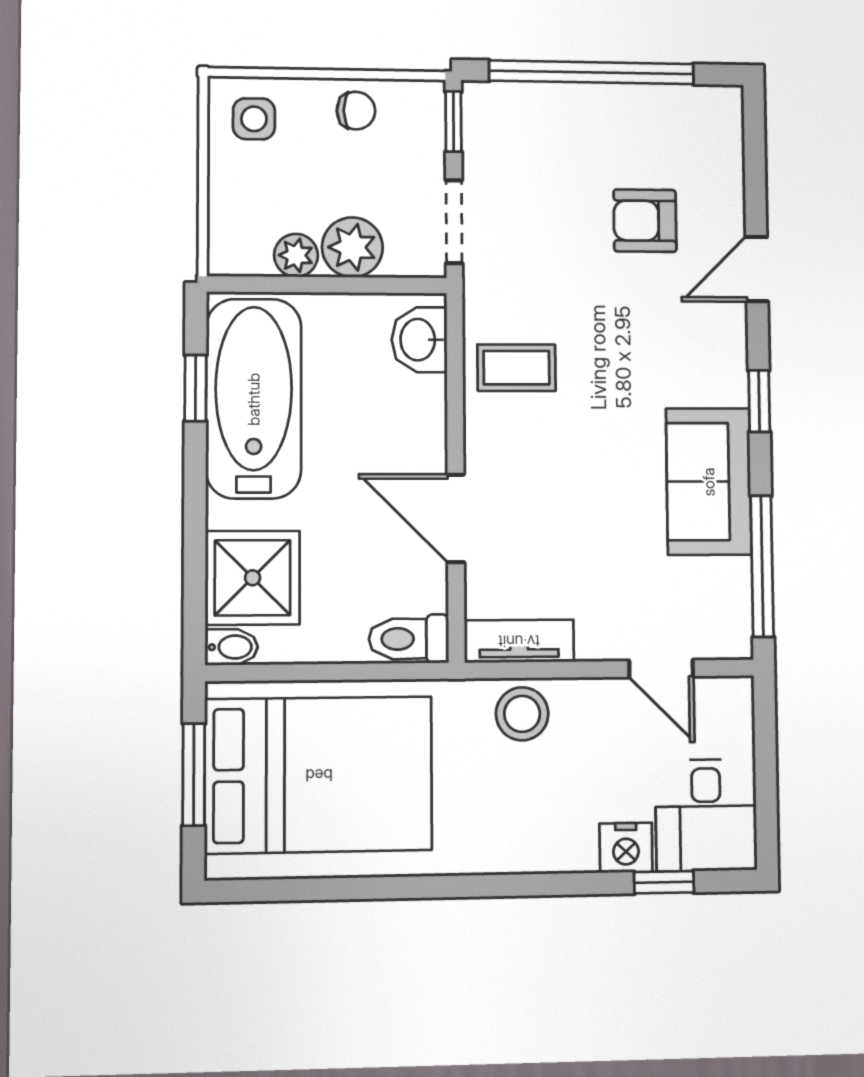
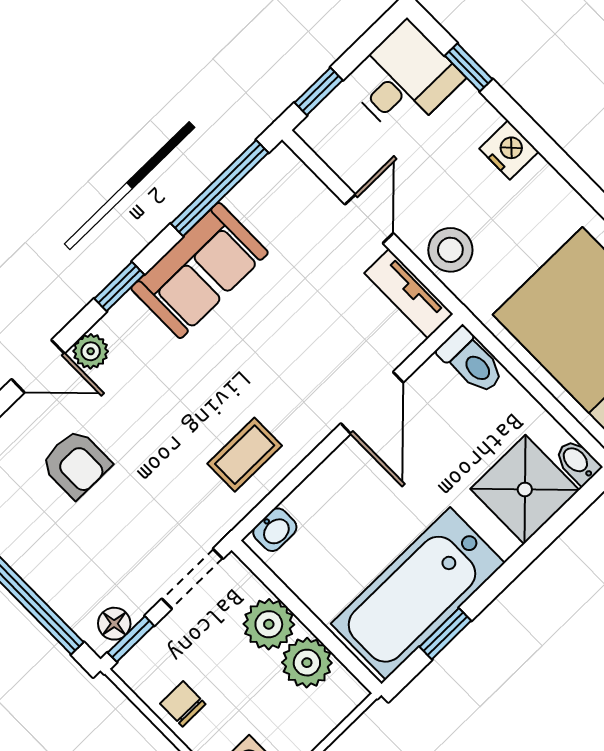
floor lamp: (480, 121) -> (114, 624), added
plant: (296, 255) -> (307, 663), width x1.38, depth x1.38
plant: (728, 325) -> (91, 351), added
washbasin: (419, 340) -> (275, 530), width x0.72, depth x0.69
coffee table: (516, 368) -> (245, 455), turned 90
door: (661, 669) -> (369, 219), moved
window: (765, 731) -> (319, 91), added
nightstand: (626, 848) -> (509, 150), moved

